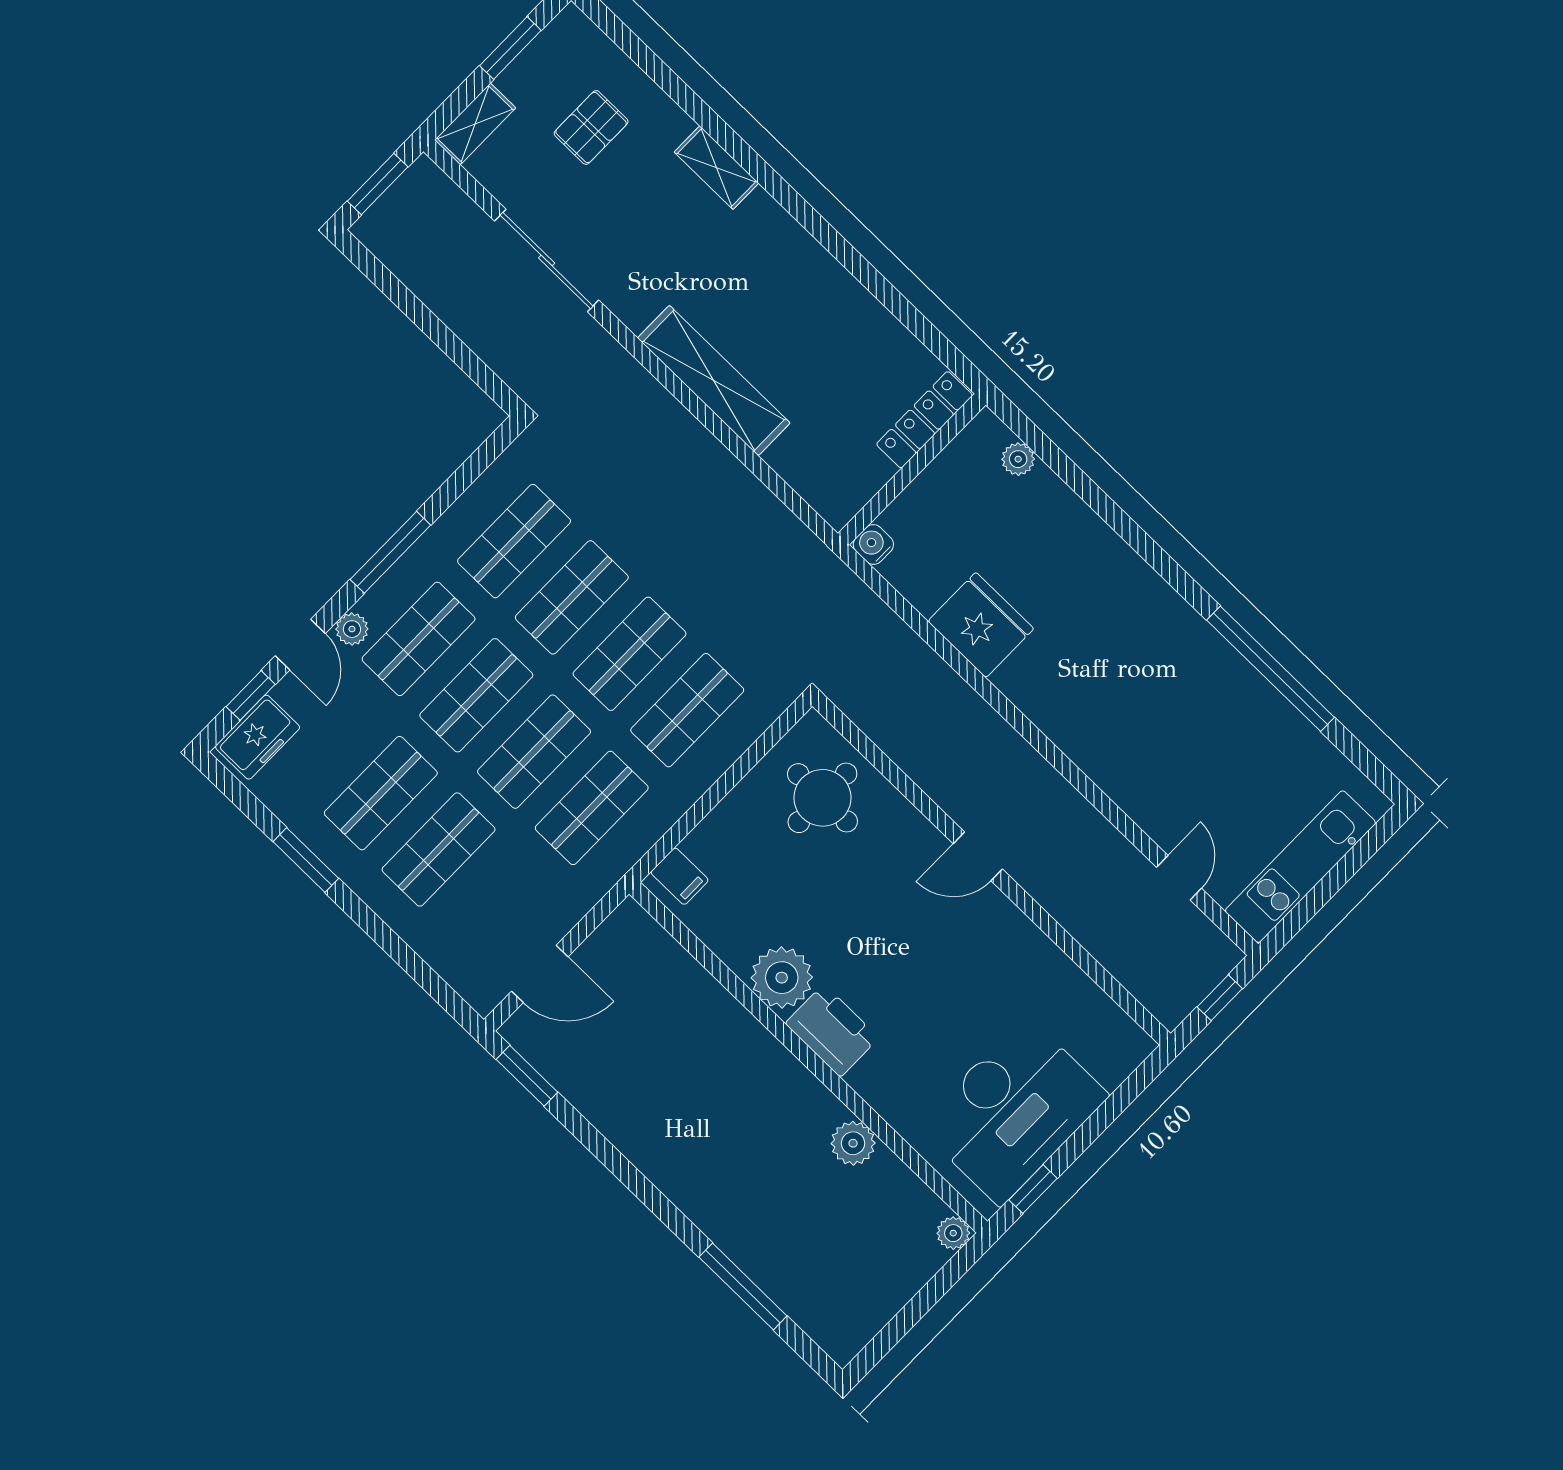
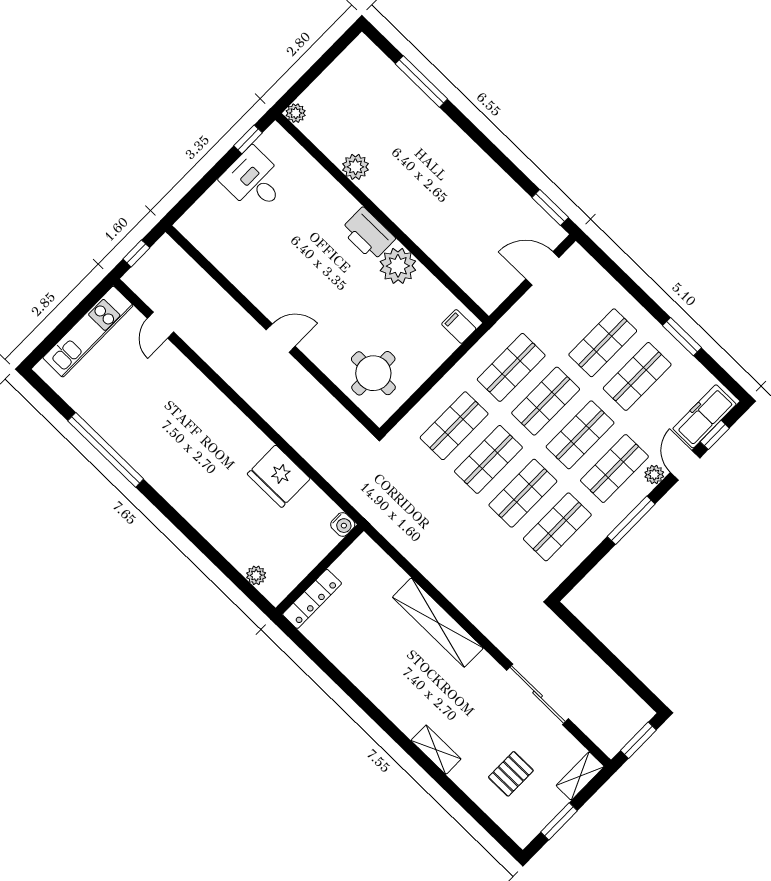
freezer: (258, 737) -> (704, 416), width x1.40
desk: (1013, 1111) -> (254, 180), width x0.53, depth x0.77

